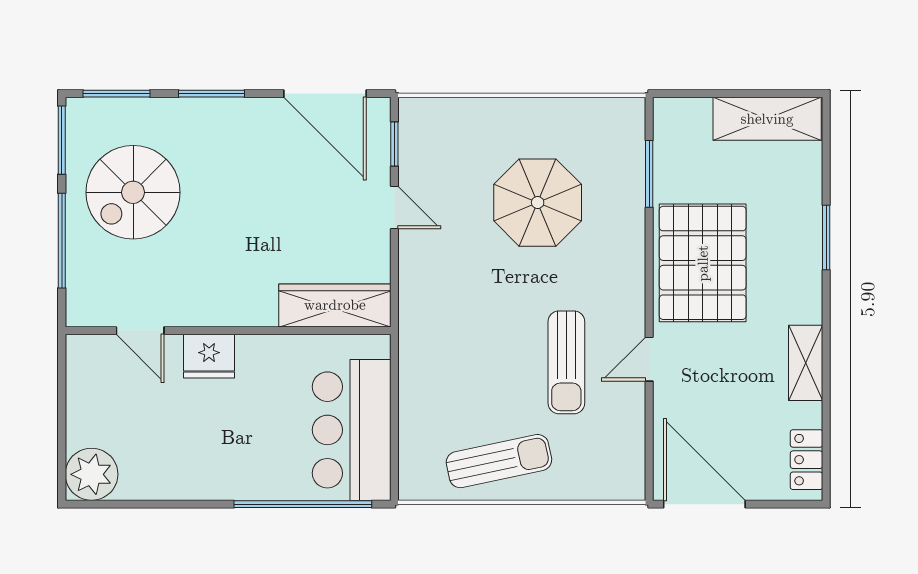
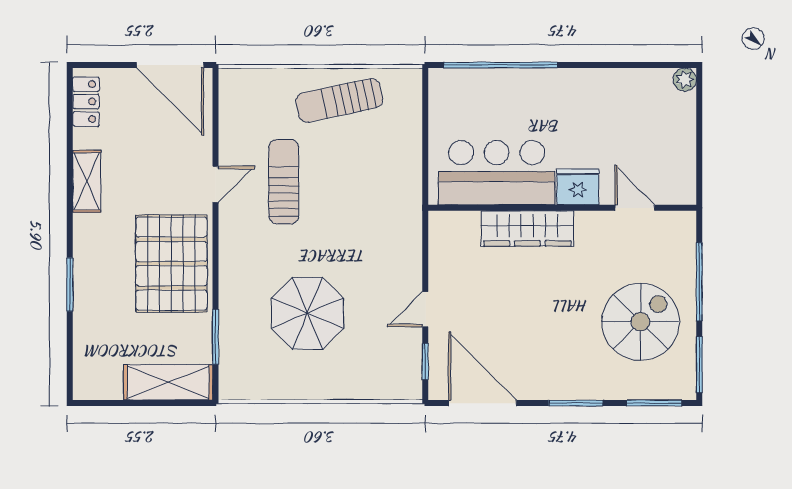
shelving: (767, 119) -> (168, 382), moved
door: (394, 207) -> (425, 309), hinge flipped
wardrobe: (335, 305) -> (527, 229), moved
bar counter: (352, 430) -> (497, 173), moved, turned -90
plant: (92, 474) -> (685, 79), width x0.53, depth x0.53

